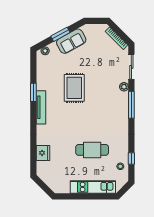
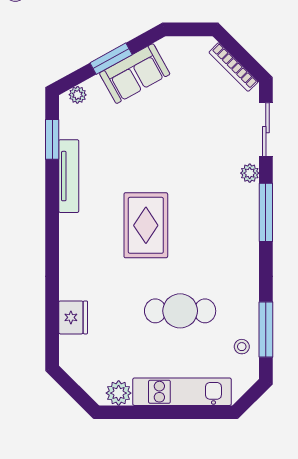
rug: (74, 88) -> (146, 225), moved
window: (33, 92) -> (52, 139), moved
tv unit: (41, 107) -> (69, 176), moved
window: (131, 158) -> (266, 330), width x2.17
plant: (64, 188) -> (119, 393), added

